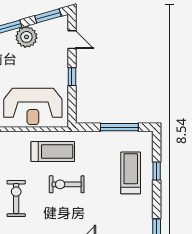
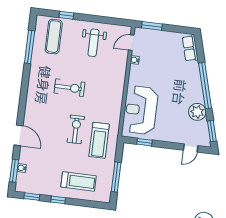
window: (72, 77) -> (144, 142), moved
treadmill: (53, 152) -> (99, 140), moved
window: (157, 171) -> (58, 200), moved

